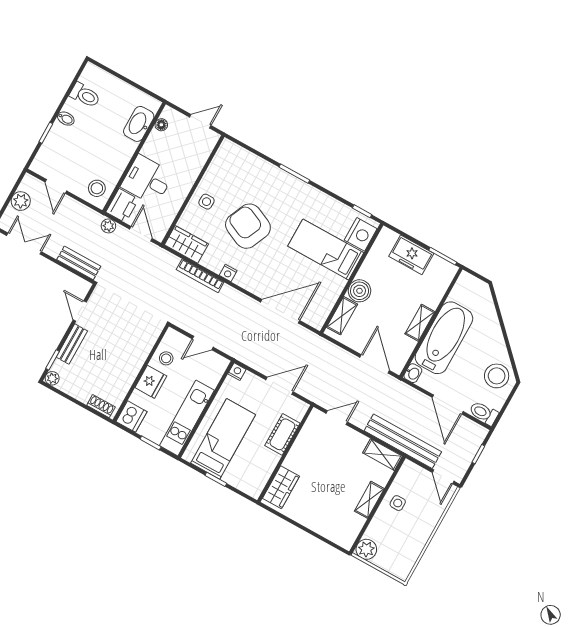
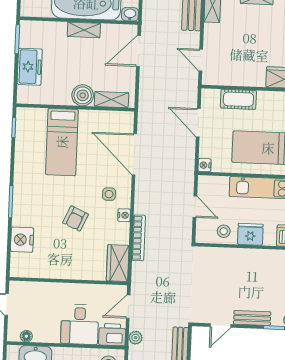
side table: (206, 202) -> (109, 194), moved
armchair: (248, 226) -> (76, 218), width x0.53, depth x0.53
nightstand: (361, 234) -> (22, 240), moved, turned -90

